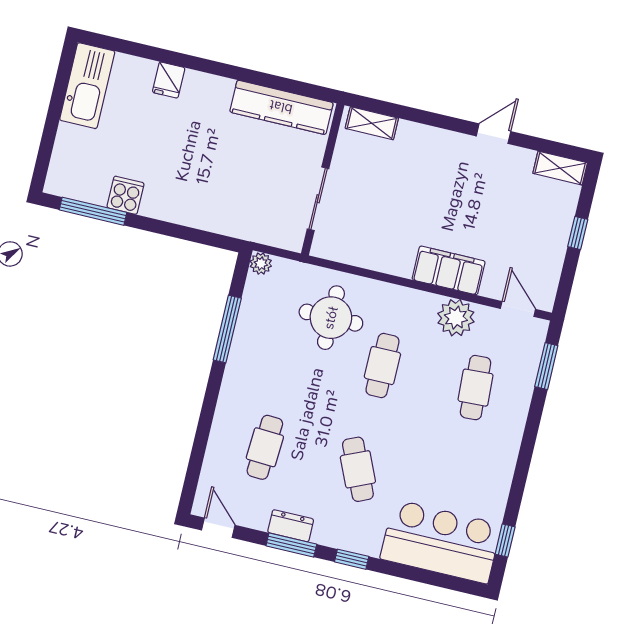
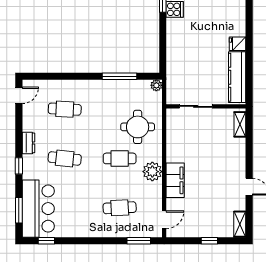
fridge: (169, 80) -> (238, 44), moved
plant: (456, 318) -> (152, 172), moved
cafe table: (358, 469) -> (65, 158), turned 30
dresser: (291, 526) -> (28, 143), moved
window: (291, 545) -> (19, 210), moved

